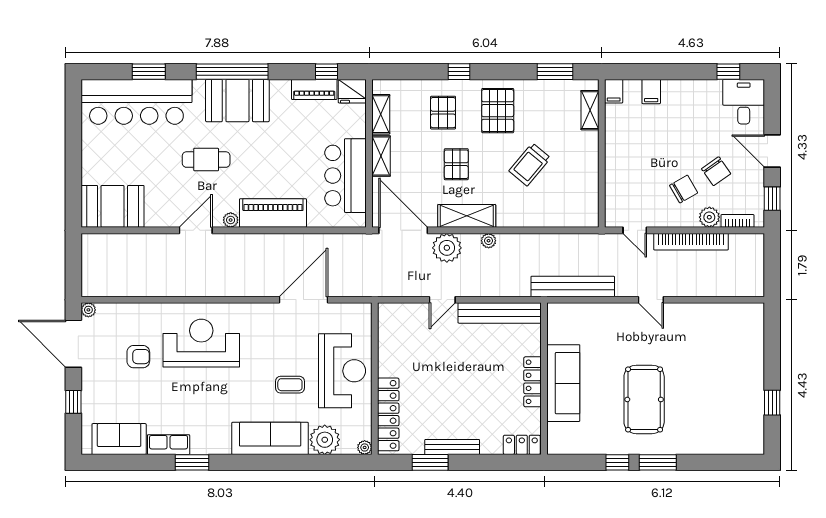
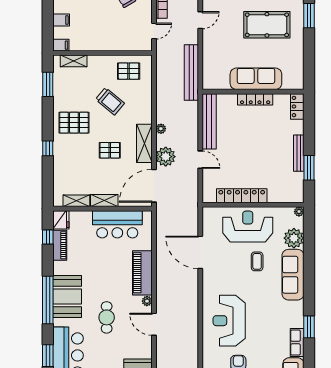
pallet: (443, 113) -> (129, 71), moved
locker: (388, 414) -> (242, 196), moved
window: (617, 462) -> (309, 43), removed

